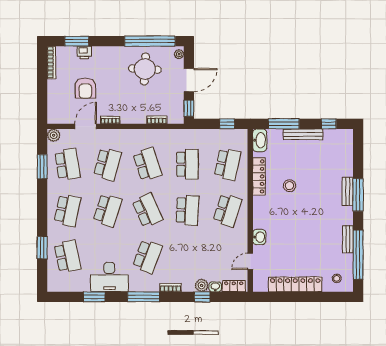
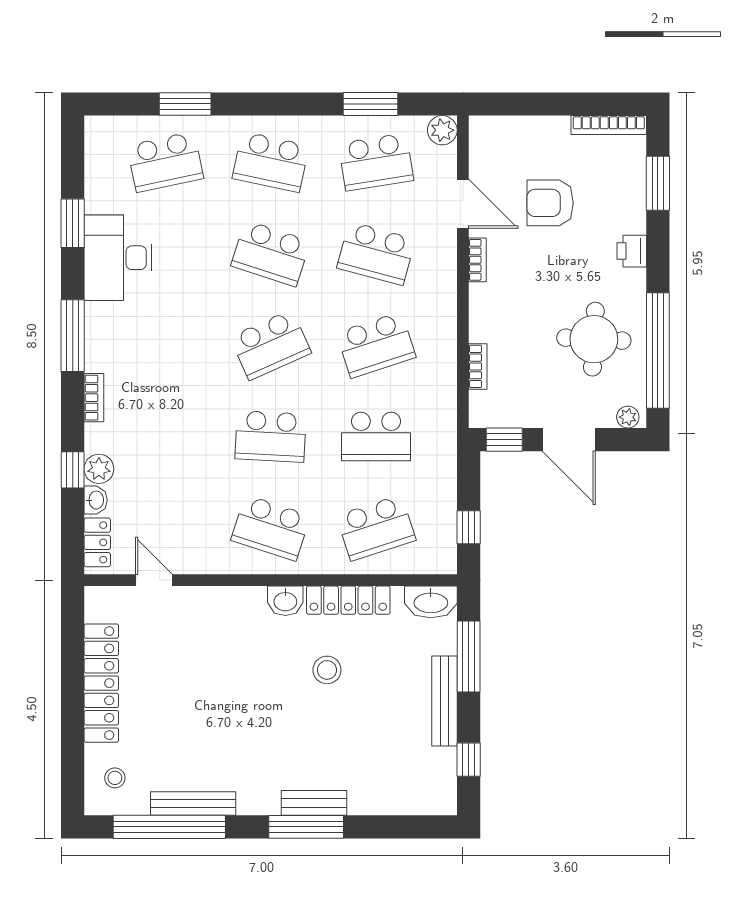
printer: (84, 52) -> (632, 251), moved
school desk: (227, 164) -> (376, 528), turned -30
washbasin: (259, 237) -> (285, 601), moved
bench: (348, 239) -> (193, 803), width x1.36
school desk: (147, 256) -> (165, 345), removed

